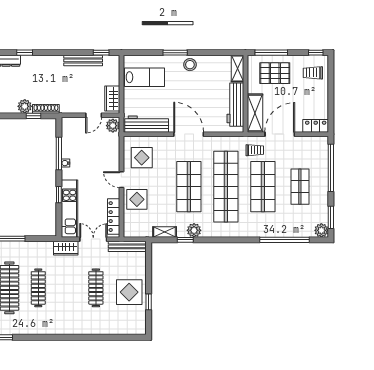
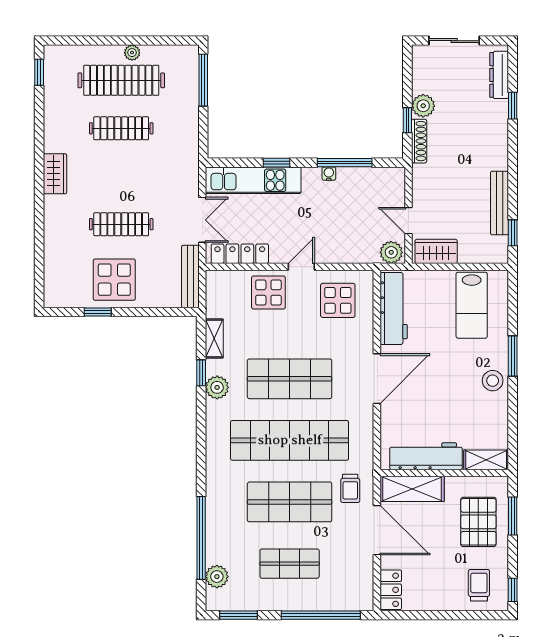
window: (271, 53) -> (513, 516), width x0.69
plant: (321, 230) -> (217, 577), moved
wardrobe: (66, 248) -> (55, 174), moved, turned 180

